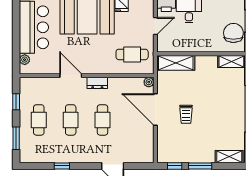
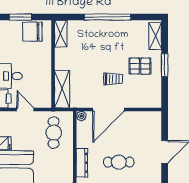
dresser: (97, 83) -> (82, 163), width x1.44
pallet: (199, 141) -> (140, 66), added
window: (175, 166) -> (165, 90), removed

